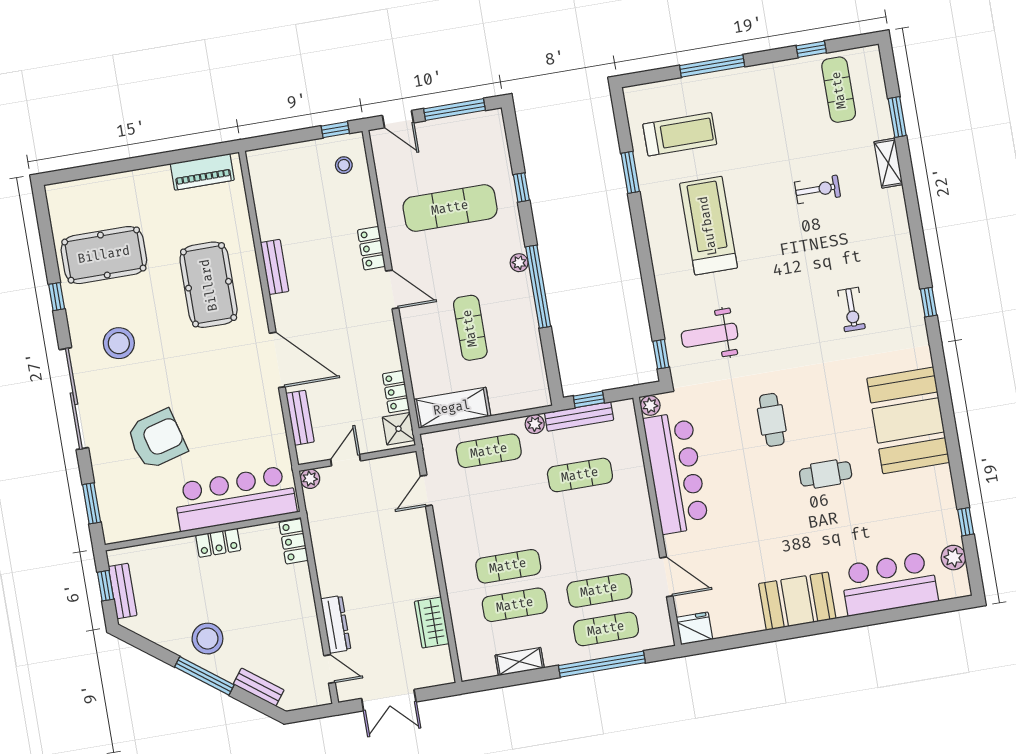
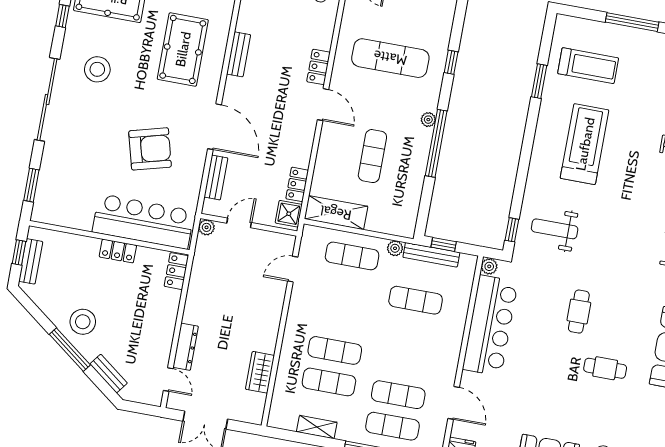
armchair: (157, 439) -> (150, 149), moved

